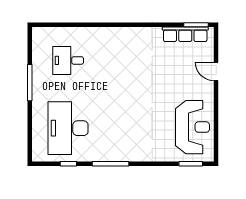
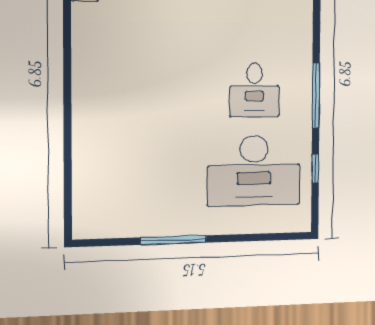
desk: (68, 60) -> (254, 90), moved

